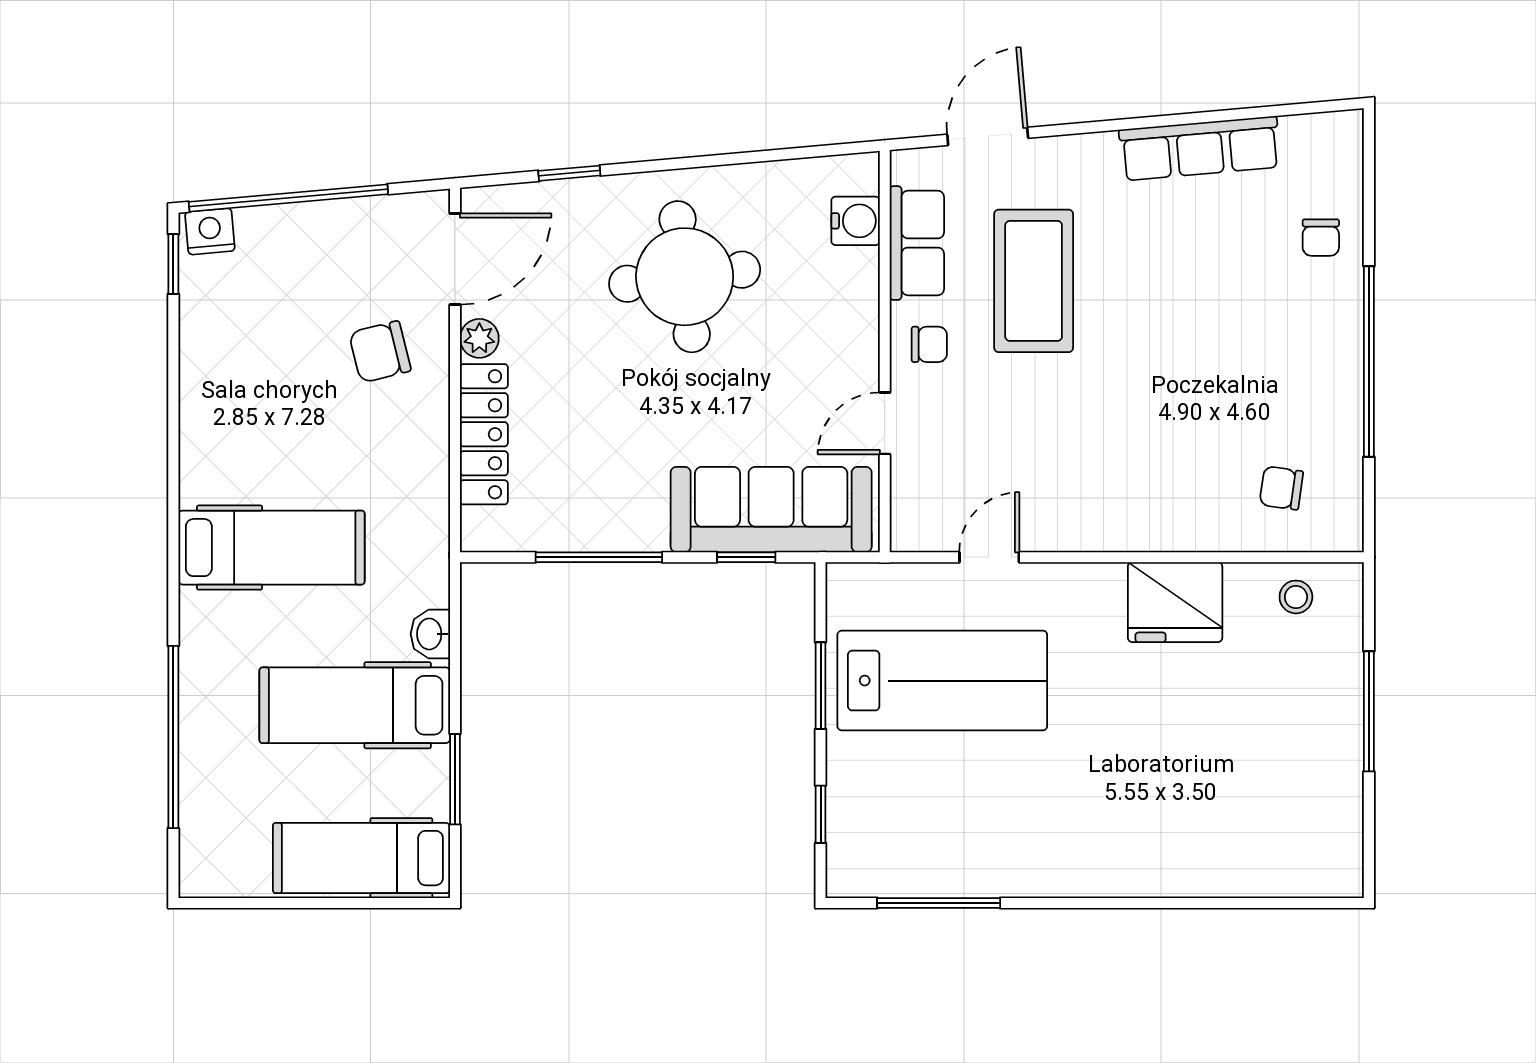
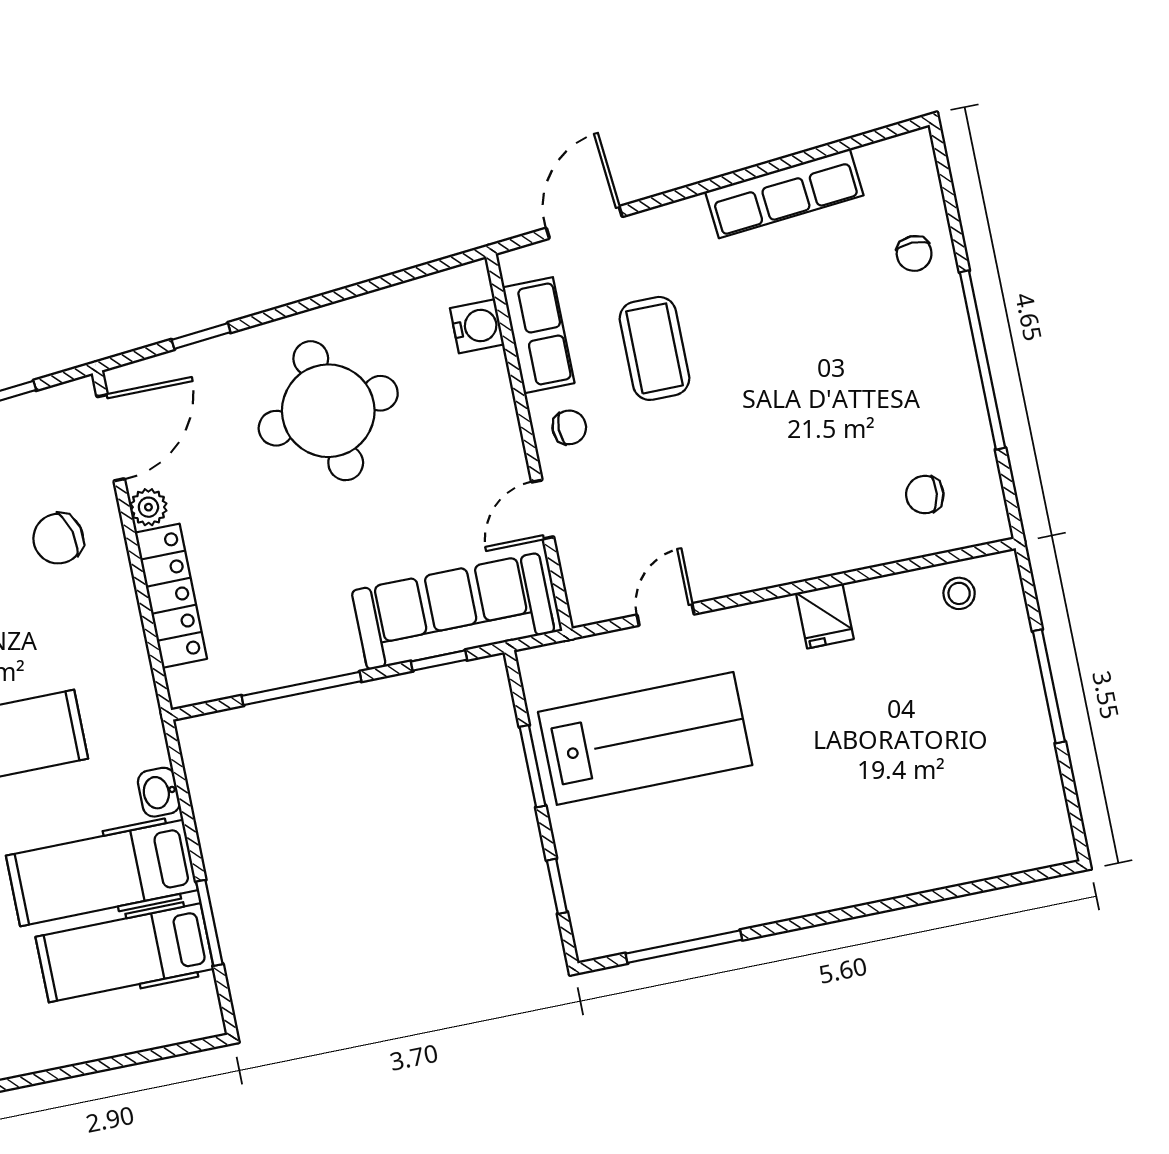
coffee table: (1034, 281) -> (654, 348), width x0.73, depth x0.76
fridge: (1175, 602) -> (825, 616), width x0.53, depth x0.75
hospital bed: (361, 858) -> (125, 953), moved

